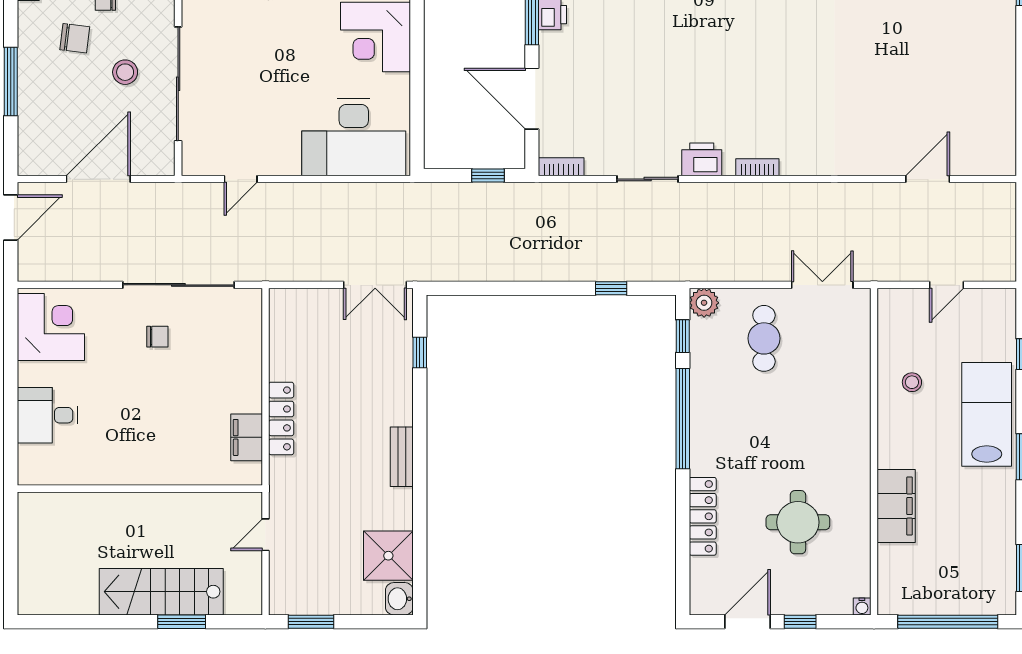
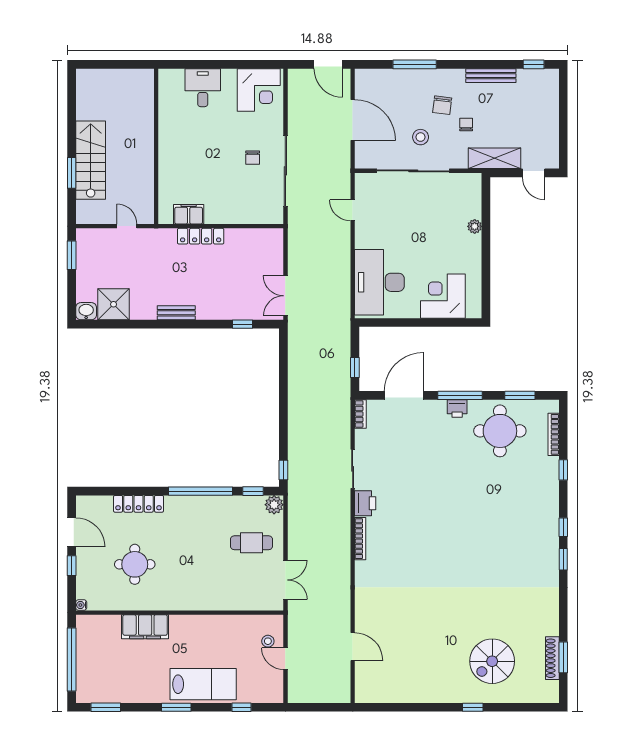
bookcase: (757, 167) -> (360, 539), width x1.56
window: (611, 288) -> (283, 470), moved
stool: (912, 382) -> (268, 641), moved

